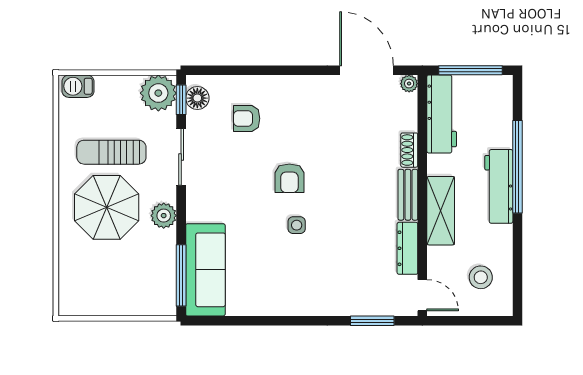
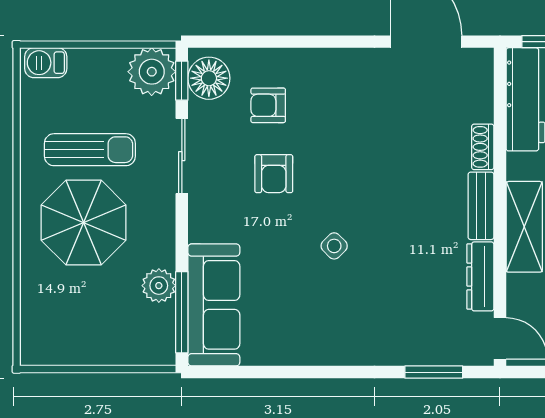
plant: (409, 84) -> (482, 59), removed
floor lamp: (197, 98) -> (209, 78), width x1.38, depth x1.38
sun lounger: (111, 152) -> (90, 150), turned 180
armchair: (289, 178) -> (274, 174), moved
plant: (164, 216) -> (159, 286), moved
side table: (297, 225) -> (334, 246), turned 45

